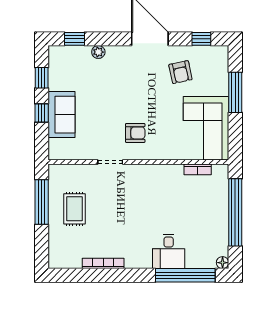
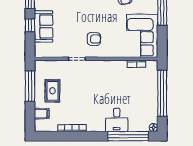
filing cabinet: (59, 242) -> (42, 114), added

